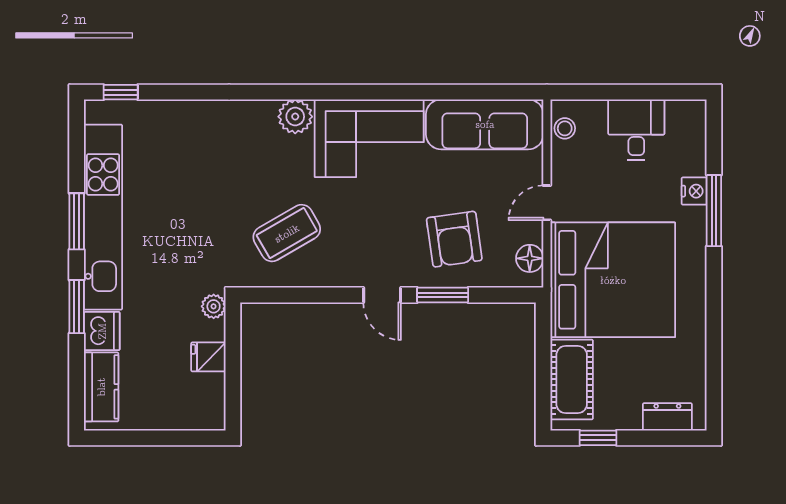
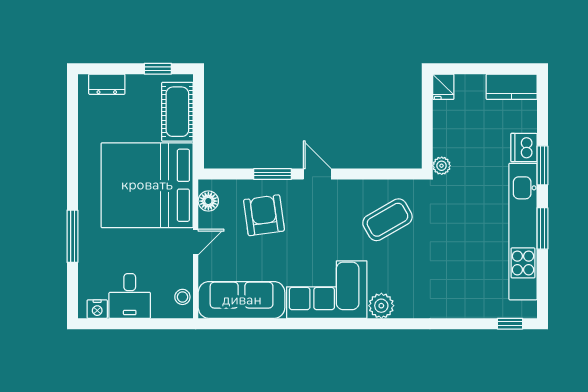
nightstand: (694, 191) -> (97, 309), moved, turned -90
fridge: (208, 357) -> (443, 87), moved, turned 90
kitchen counter: (101, 387) -> (512, 87), moved, turned -90

